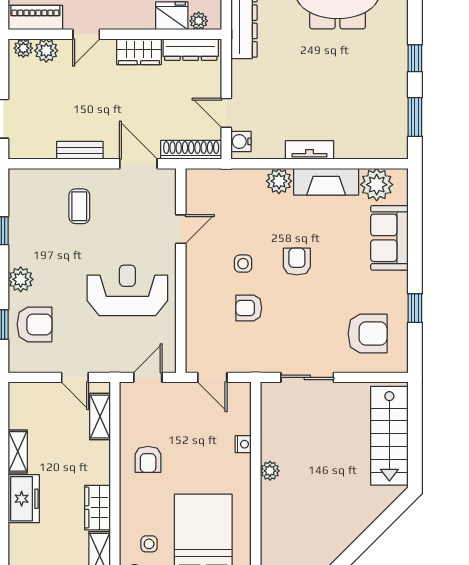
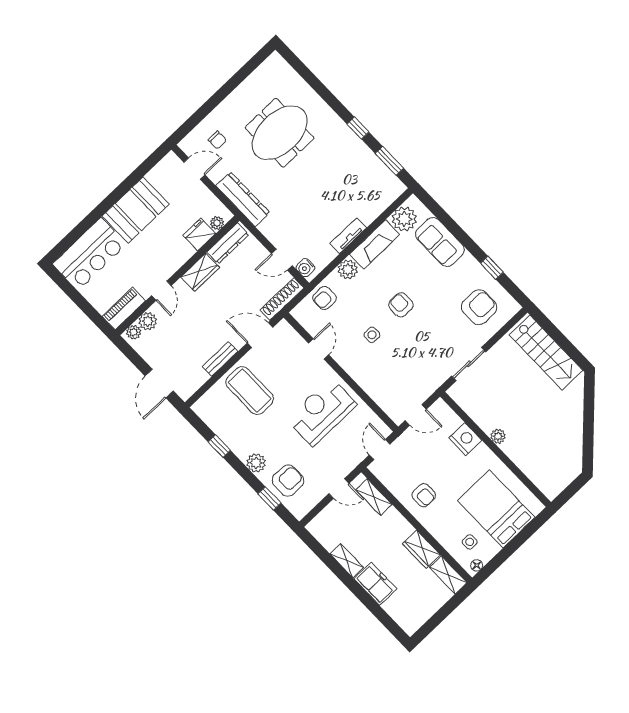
coffee table: (79, 206) -> (250, 391), width x1.86, depth x1.72
armchair: (249, 308) -> (324, 298), moved
nightstand: (243, 444) -> (465, 439), width x1.89, depth x1.79

